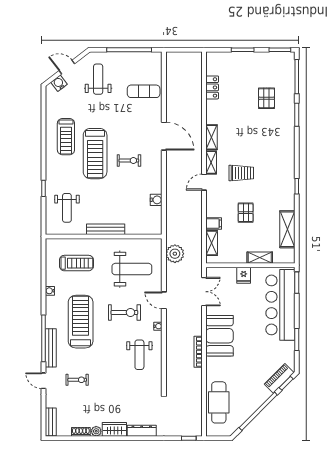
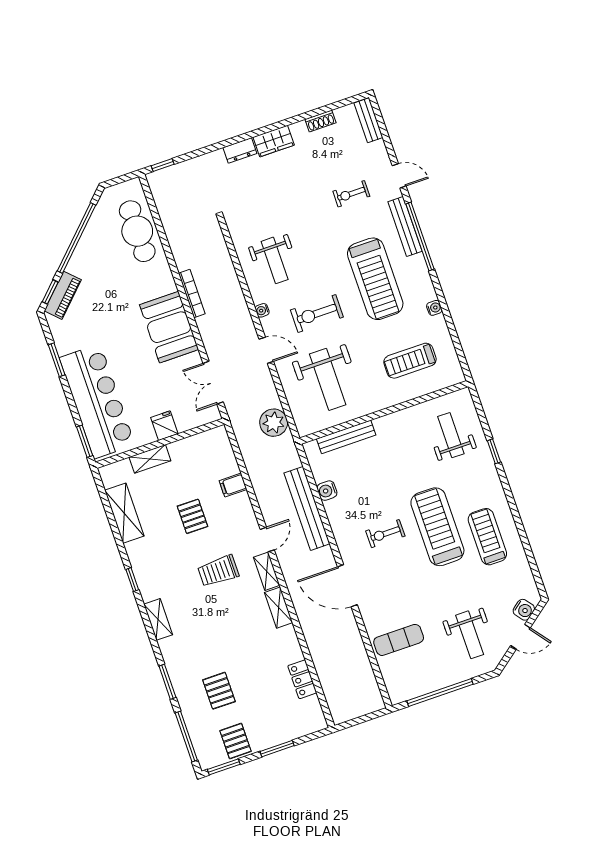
pallet: (267, 63) -> (236, 741), added
bench: (172, 193) -> (307, 508), added
bench: (106, 229) -> (346, 437), moved
shelving: (212, 243) -> (158, 619), moved
weight bench: (132, 269) -> (328, 379), turned -90
weight bench: (139, 355) -> (275, 260), turned 180
plant: (96, 431) -> (299, 129), removed
dresser: (142, 431) -> (240, 150), width x0.70

